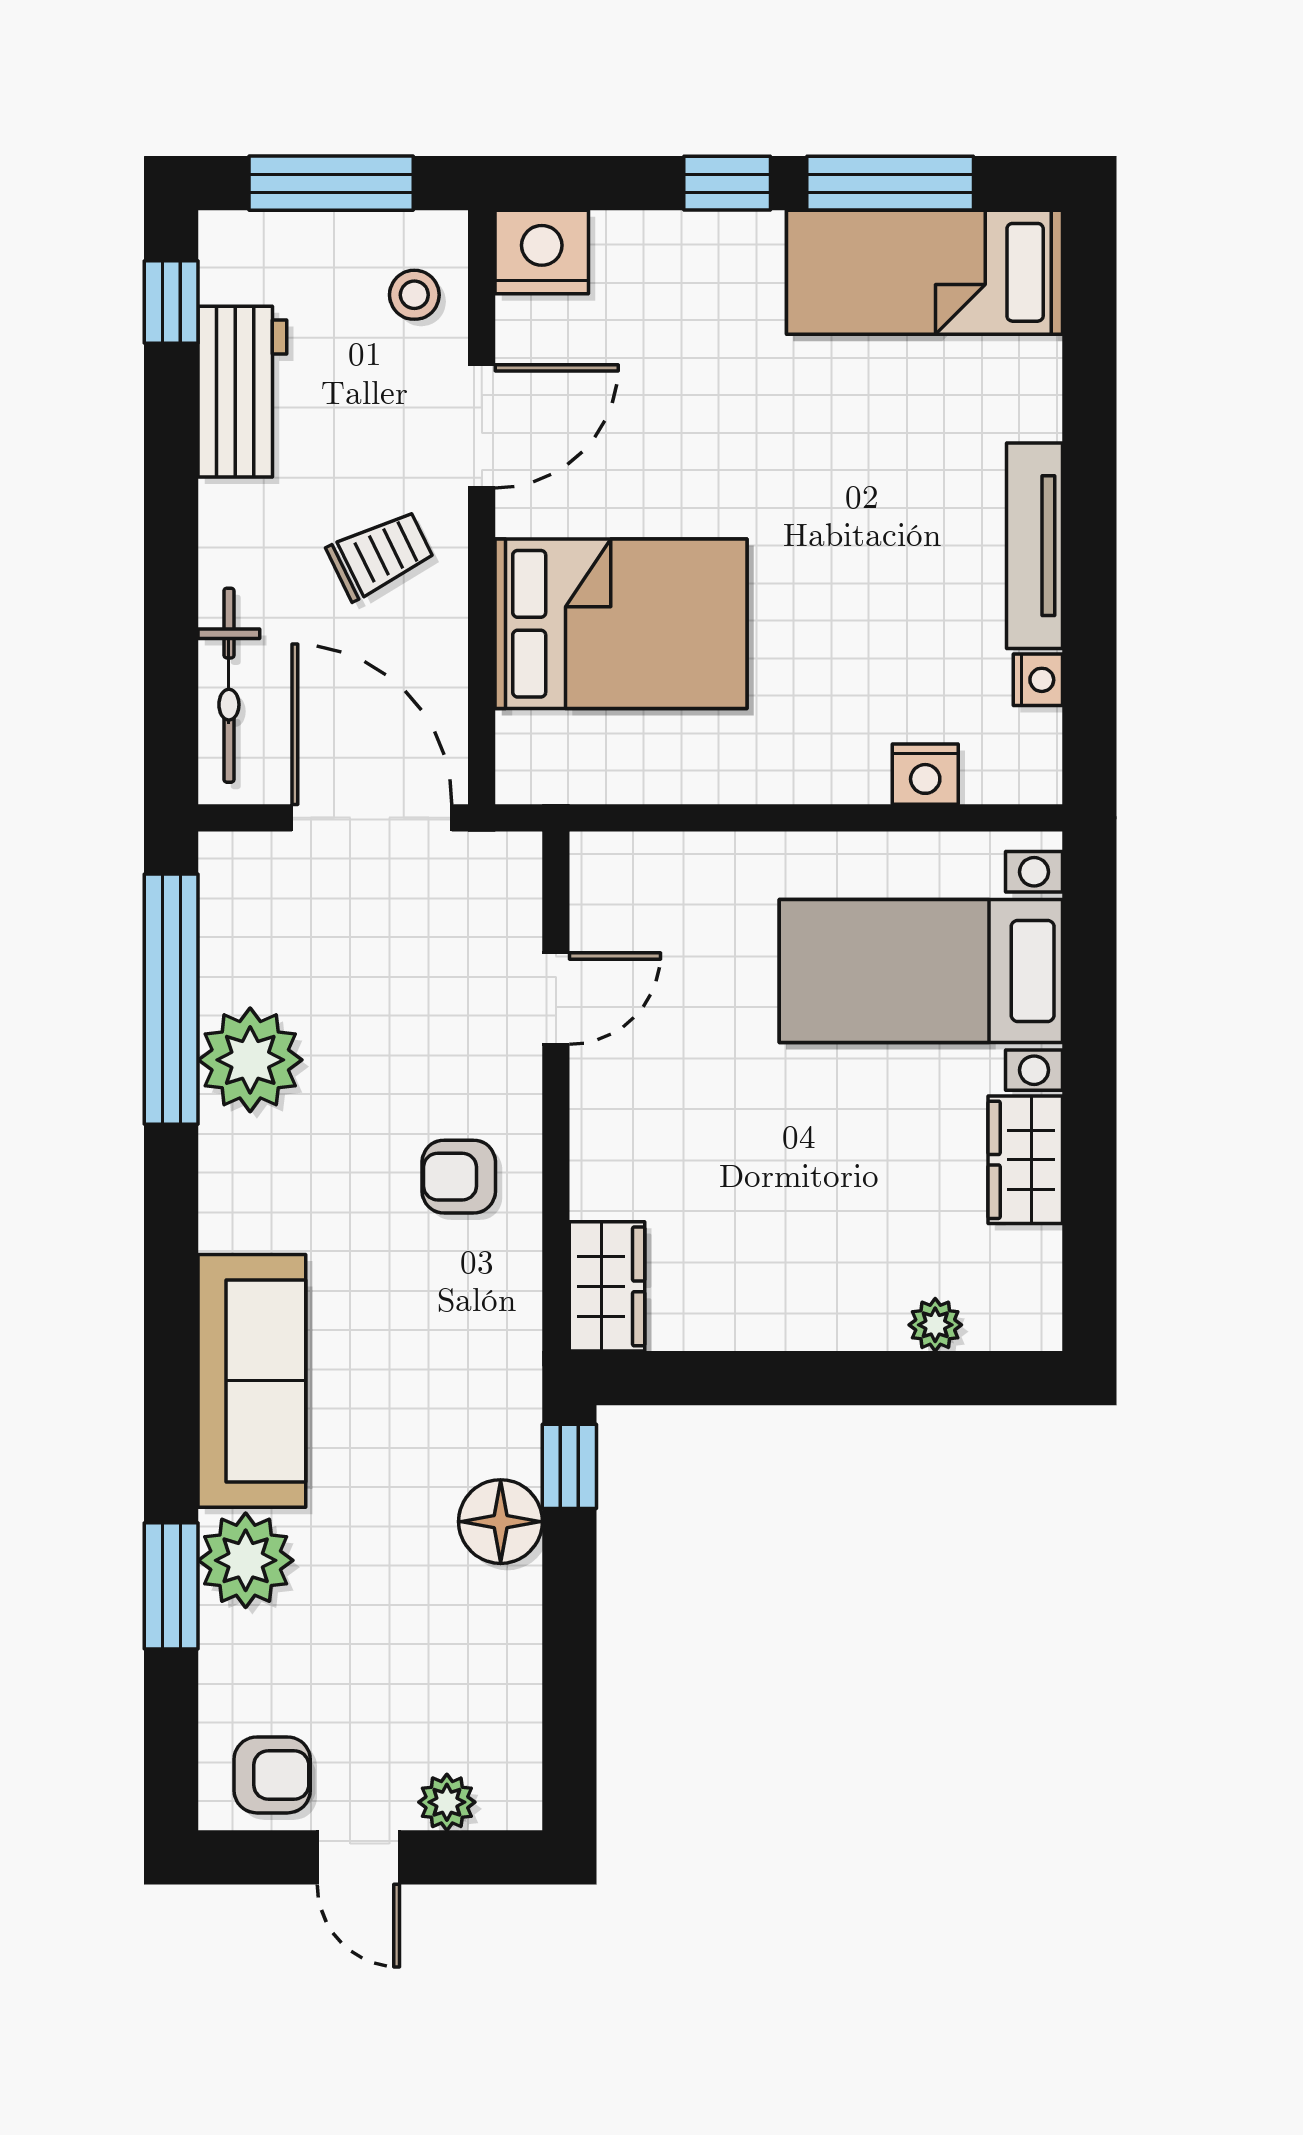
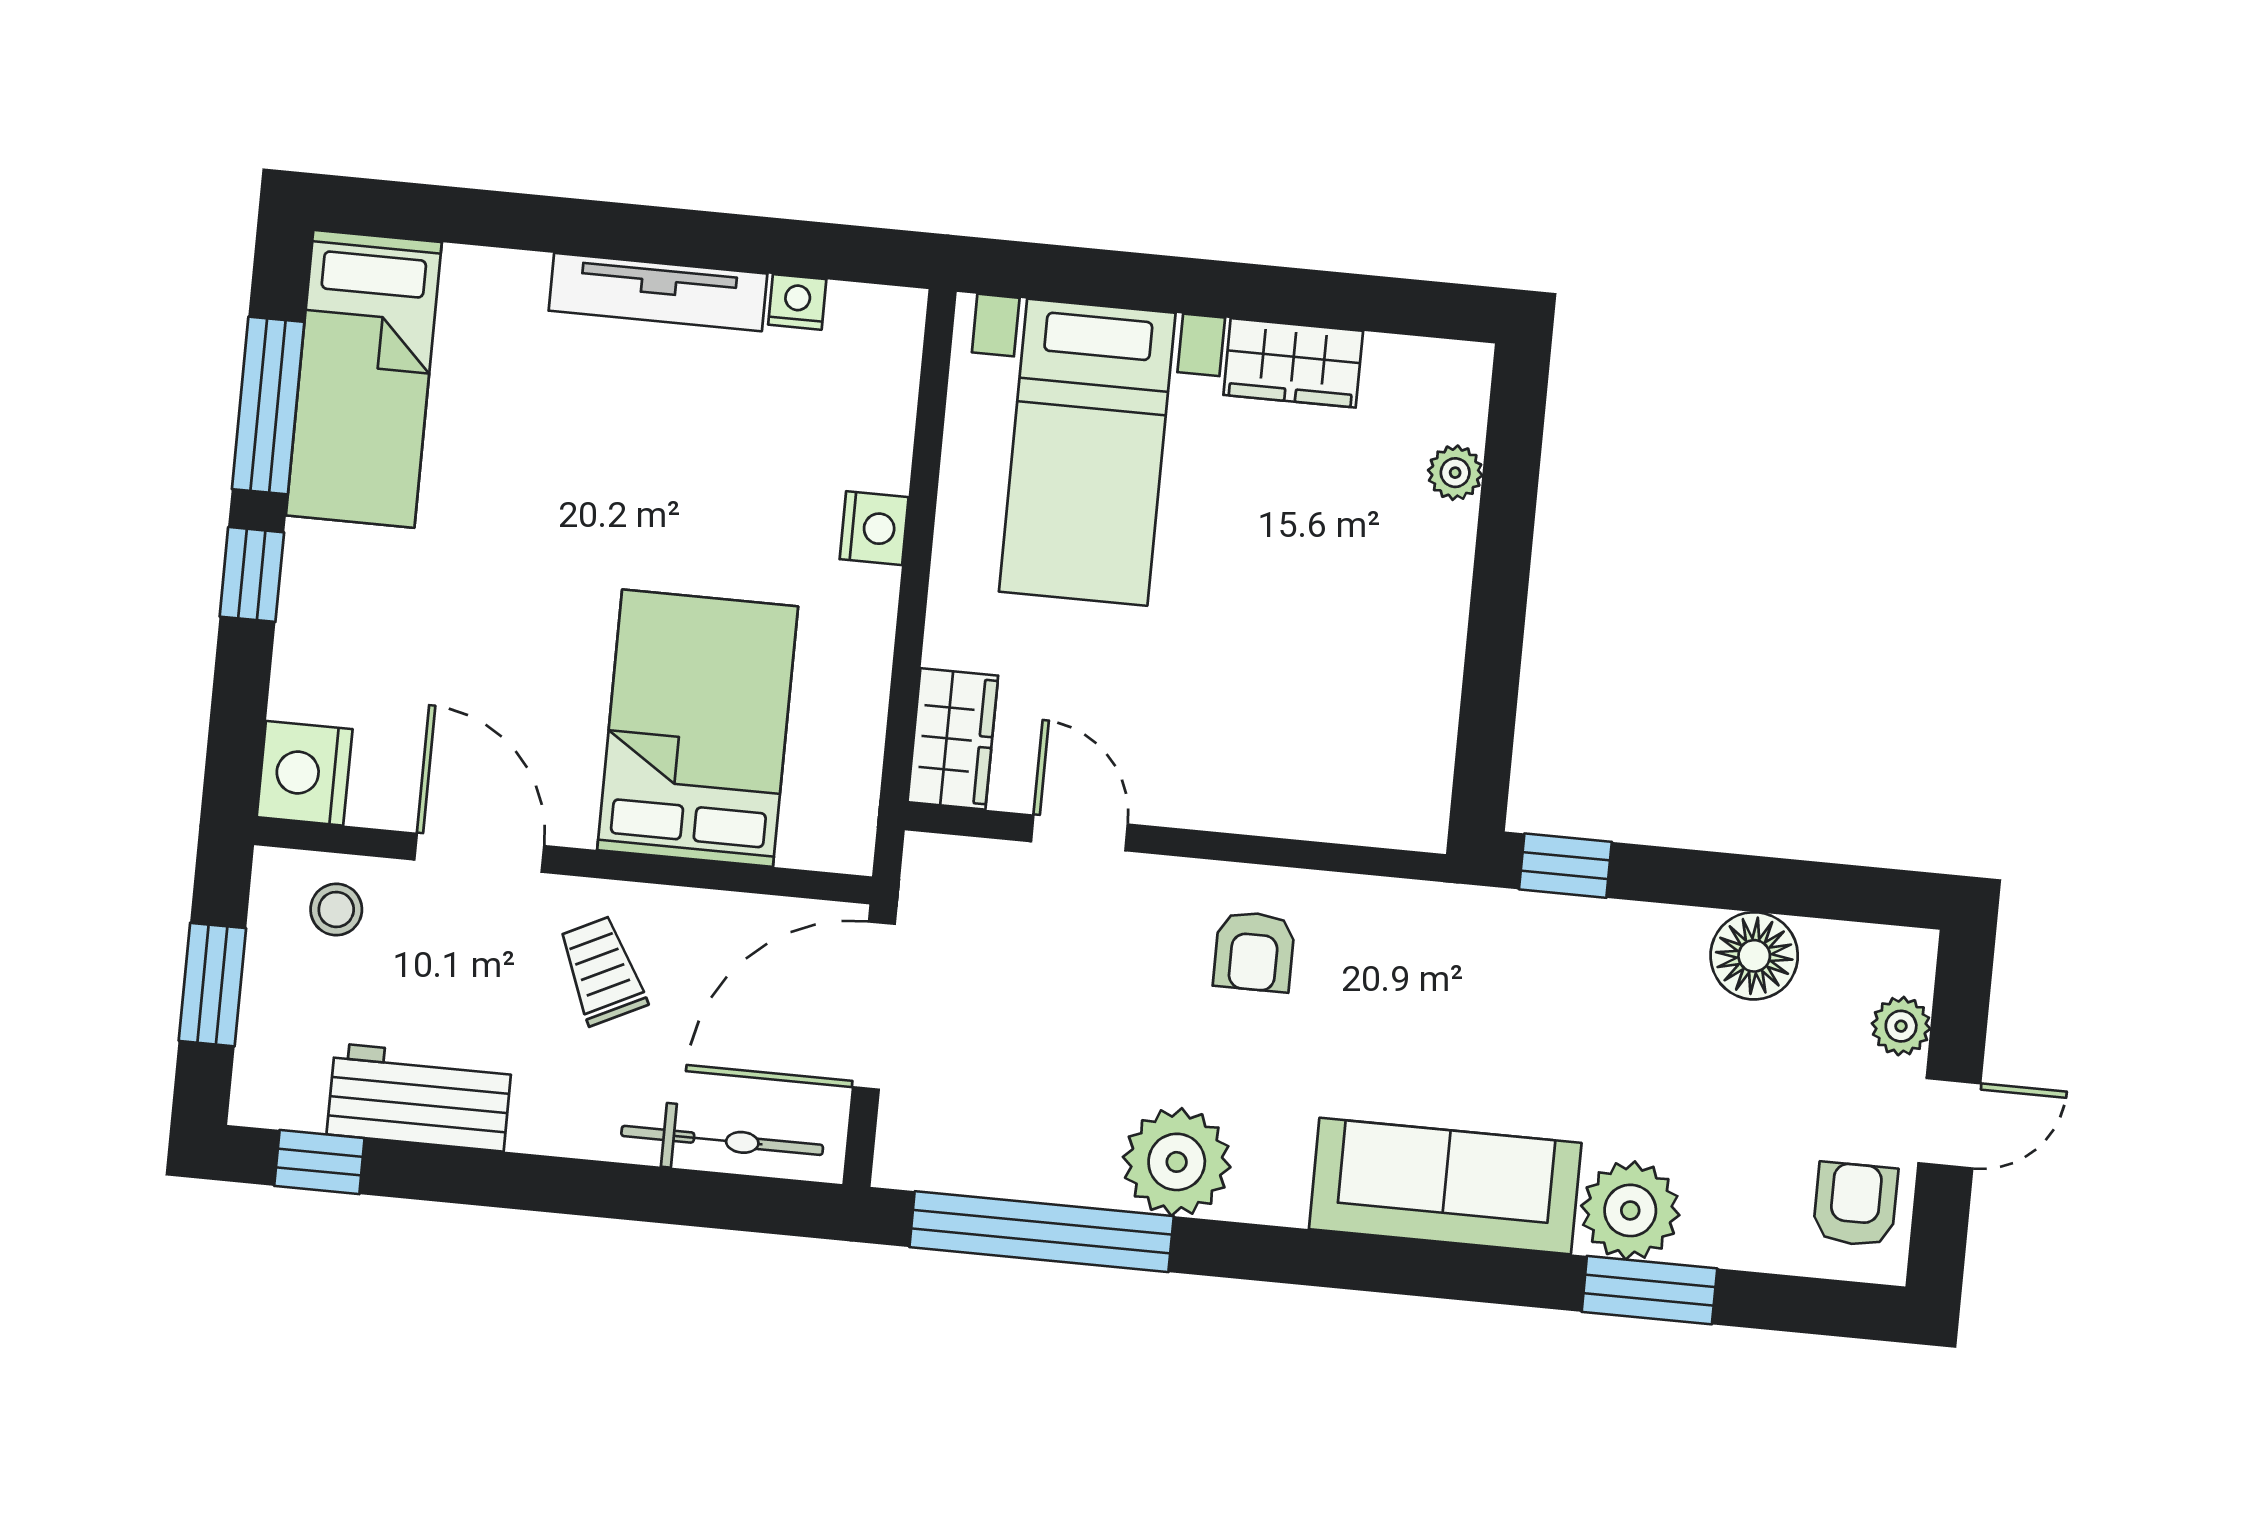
window: (331, 183) -> (212, 985), width x0.69
nightstand: (925, 774) -> (874, 528), moved
plant: (250, 1060) -> (1177, 1162), moved
wardrobe: (607, 1286) -> (953, 739), moved, turned 90
floor lamp: (501, 1522) -> (1754, 956), moved

